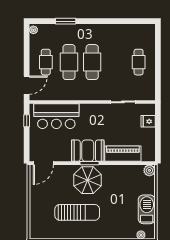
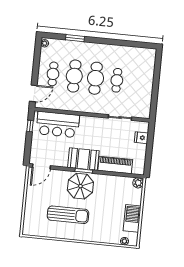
cafe table: (139, 62) -> (117, 80), moved

